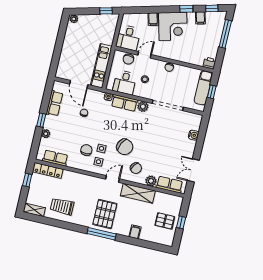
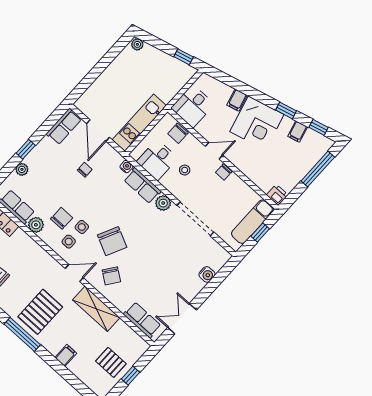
door: (145, 55) -> (214, 151), moved
row of seats: (54, 103) -> (64, 126), moved
plant: (151, 181) -> (36, 225), moved

